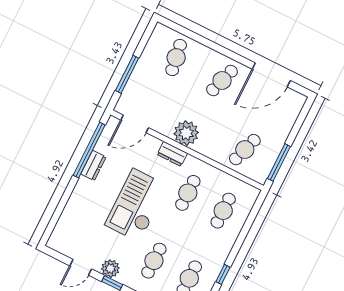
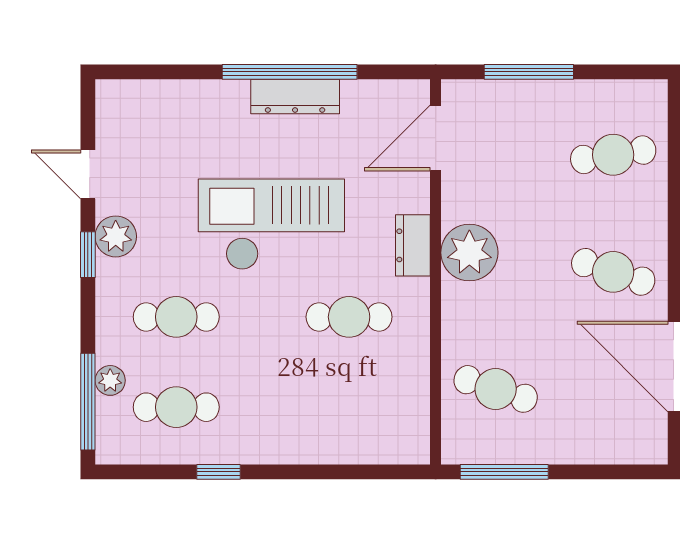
door: (135, 124) -> (436, 138), hinge flipped
window: (89, 150) -> (290, 72), moved
dresser: (93, 165) -> (295, 96), width x1.44
cafe table: (223, 211) -> (349, 407), removed

